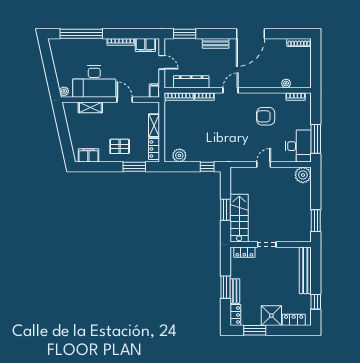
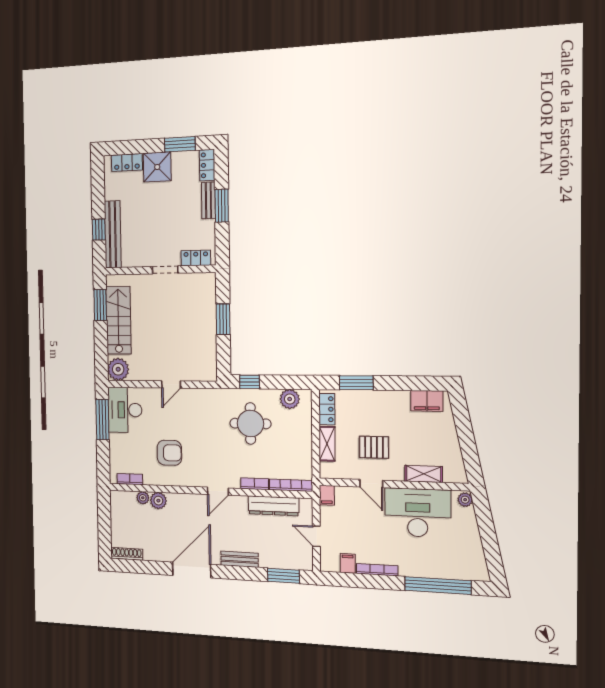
filing cabinet: (145, 45) -> (348, 563), width x0.50
plant: (274, 82) -> (158, 501), added
round table: (207, 138) -> (250, 423), added
pallet: (120, 146) -> (374, 447), moved
stairs: (239, 218) -> (118, 320), moved, turned 180
window: (316, 302) -> (99, 230), moved

